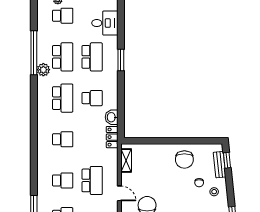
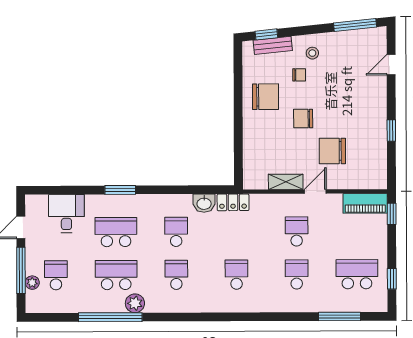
school desk: (63, 98) -> (176, 275), width x0.54
shelving: (126, 160) -> (286, 182), moved
school desk: (92, 180) -> (297, 231), width x0.54
chair: (169, 185) -> (303, 118), added

